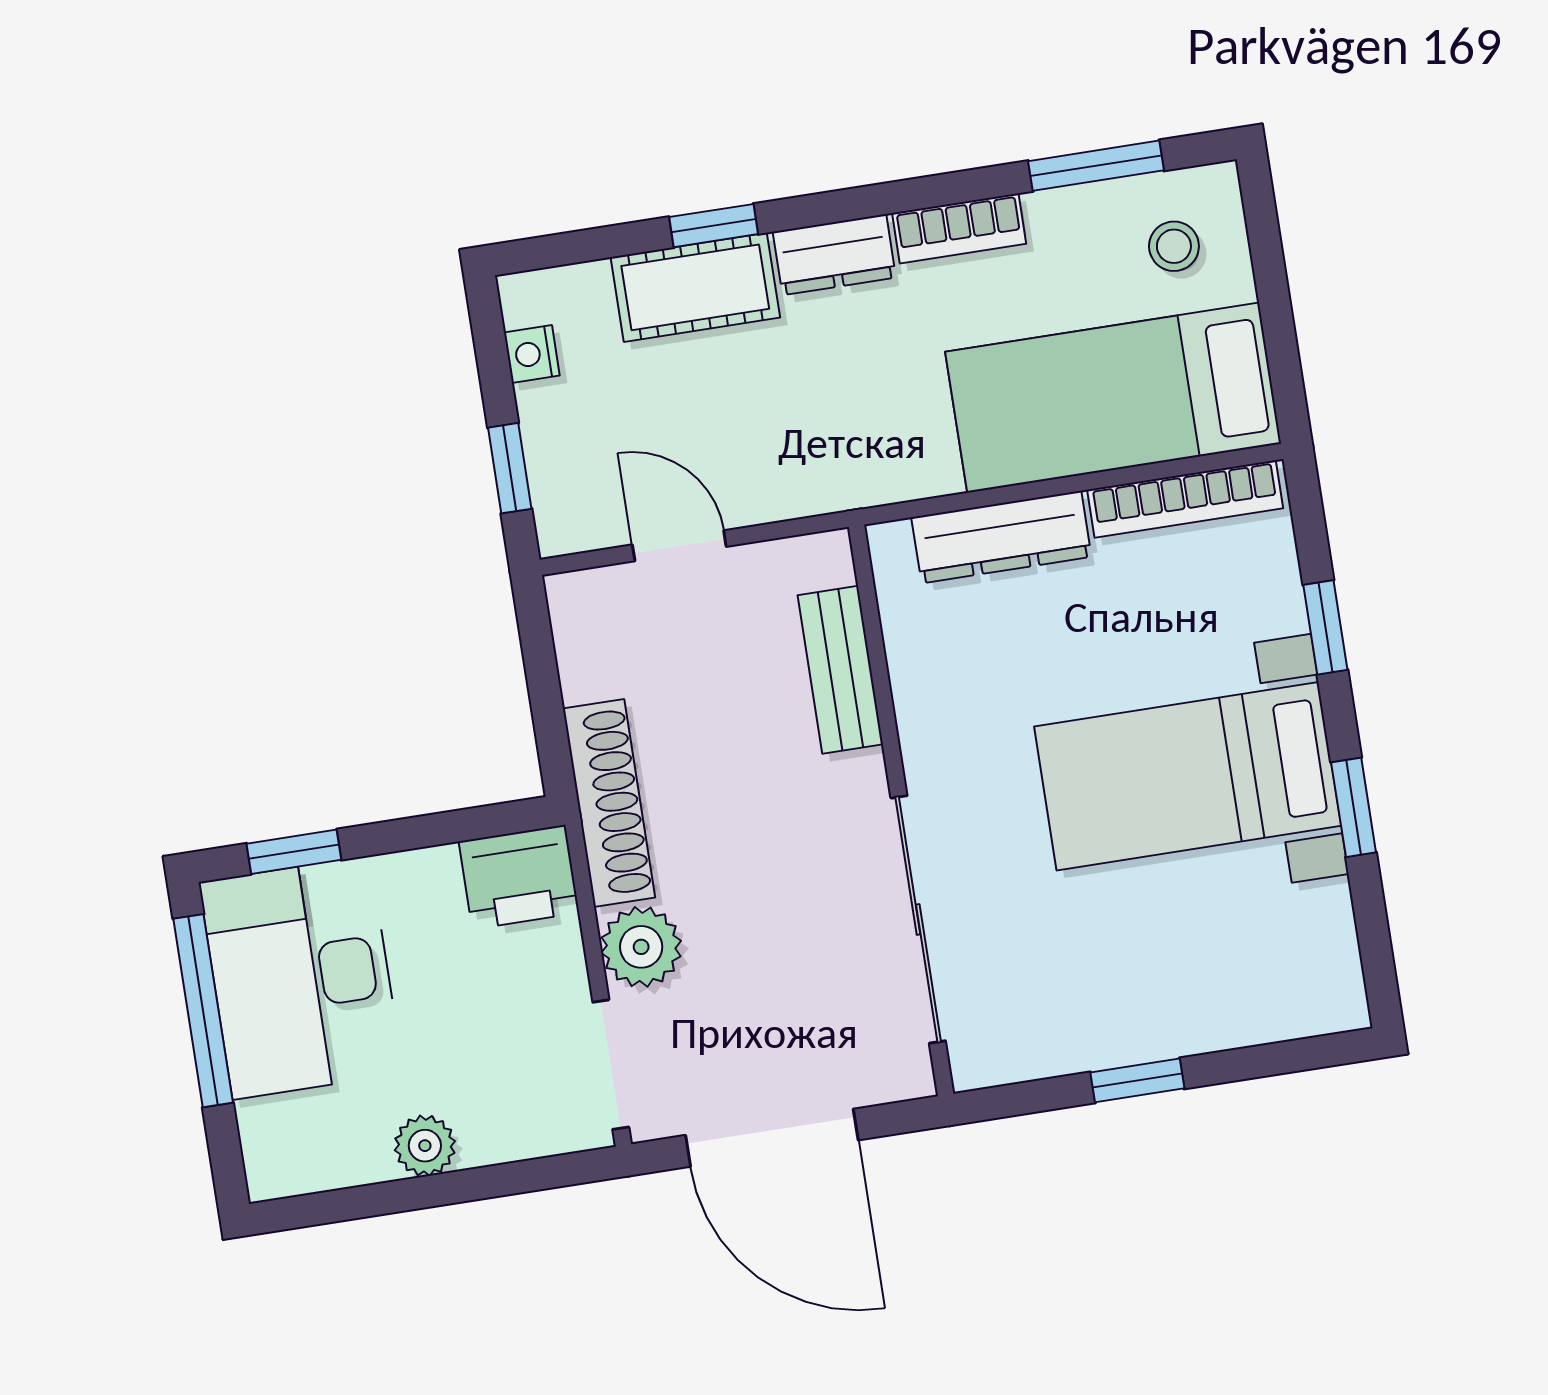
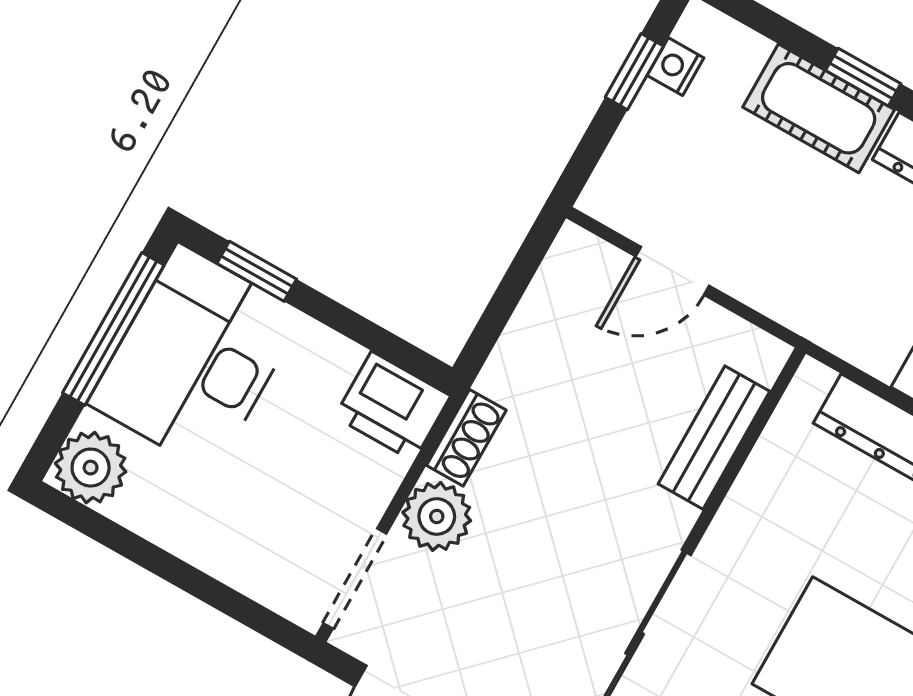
window: (510, 468) -> (634, 72), moved
door: (679, 546) -> (672, 271), swing flipped
shoe rack: (609, 803) -> (466, 438), width x0.51, depth x0.81
plant: (425, 1146) -> (91, 468), moved, width x1.38, depth x1.38

